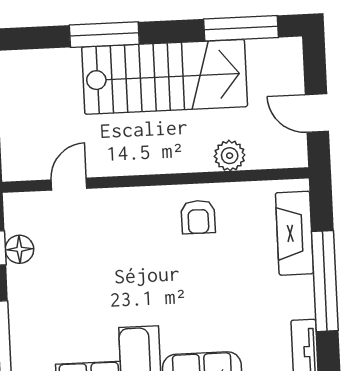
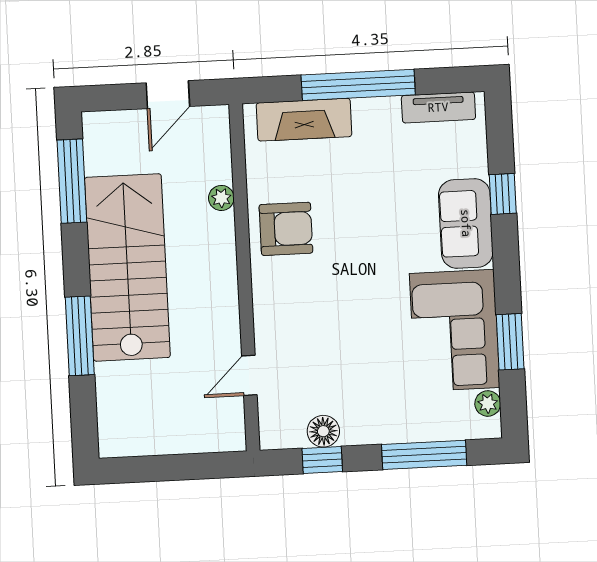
plant: (230, 156) -> (221, 198), width x0.73, depth x0.73
door: (69, 184) -> (249, 375), hinge flipped
armchair: (198, 217) -> (286, 229), width x1.38, depth x1.38

